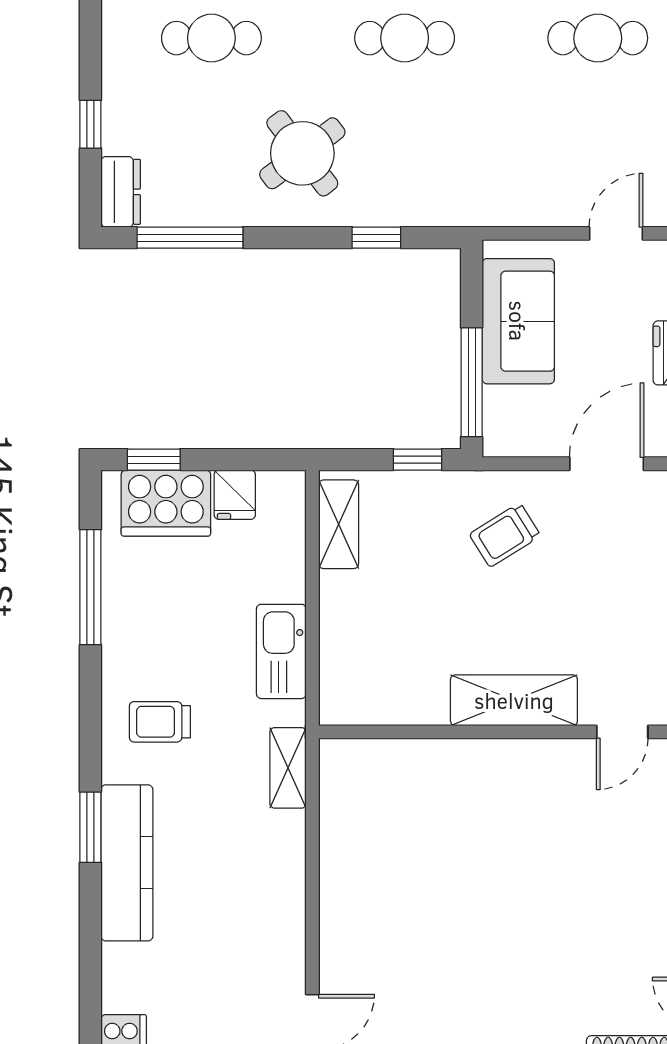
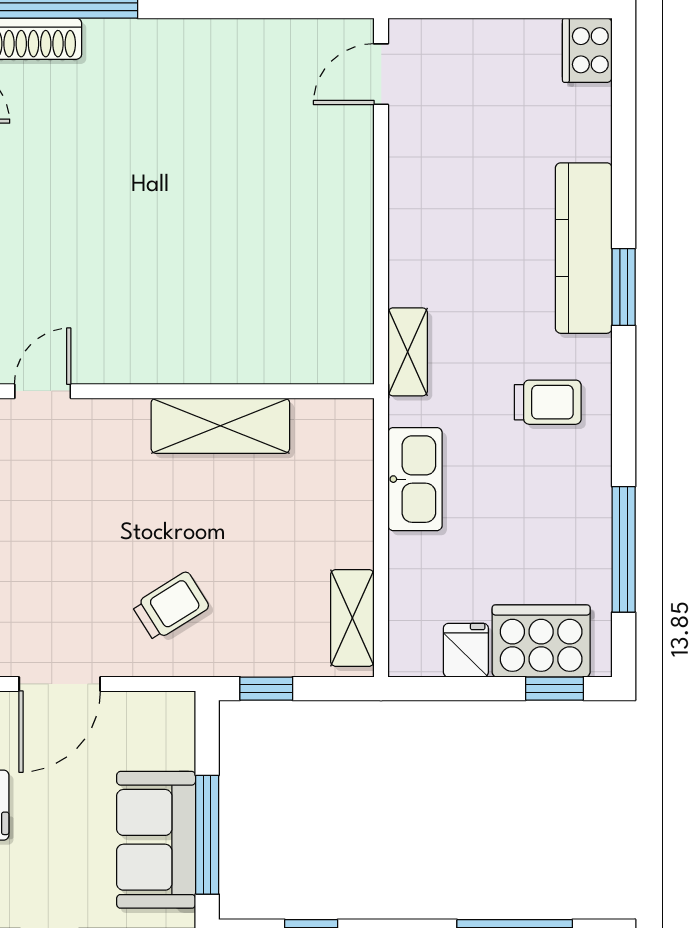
window: (472, 382) -> (207, 835), moved
shelving: (514, 700) -> (220, 426), moved

